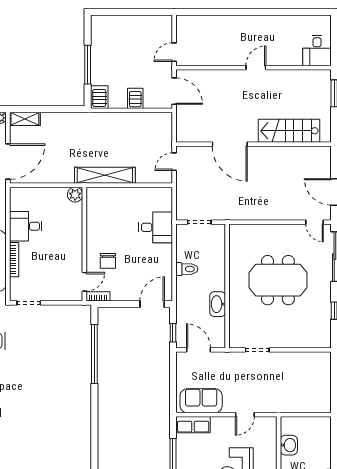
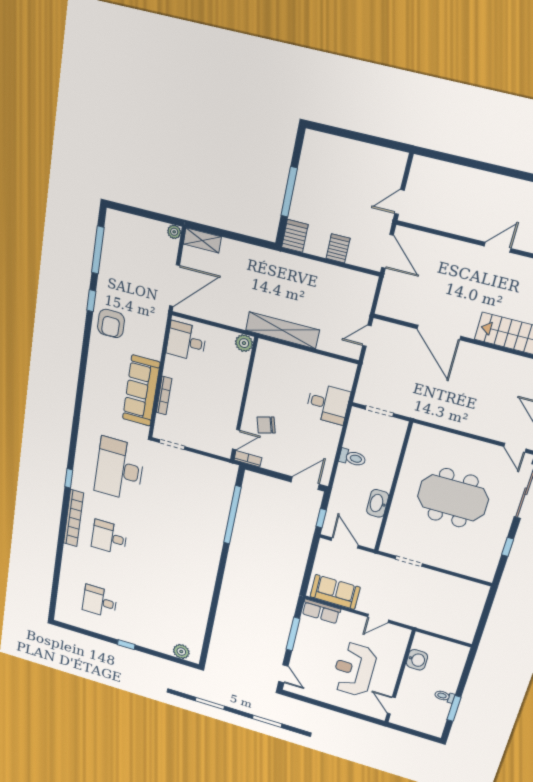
desk: (26, 226) -> (186, 341), moved
chair: (108, 261) -> (266, 425), turned 74

